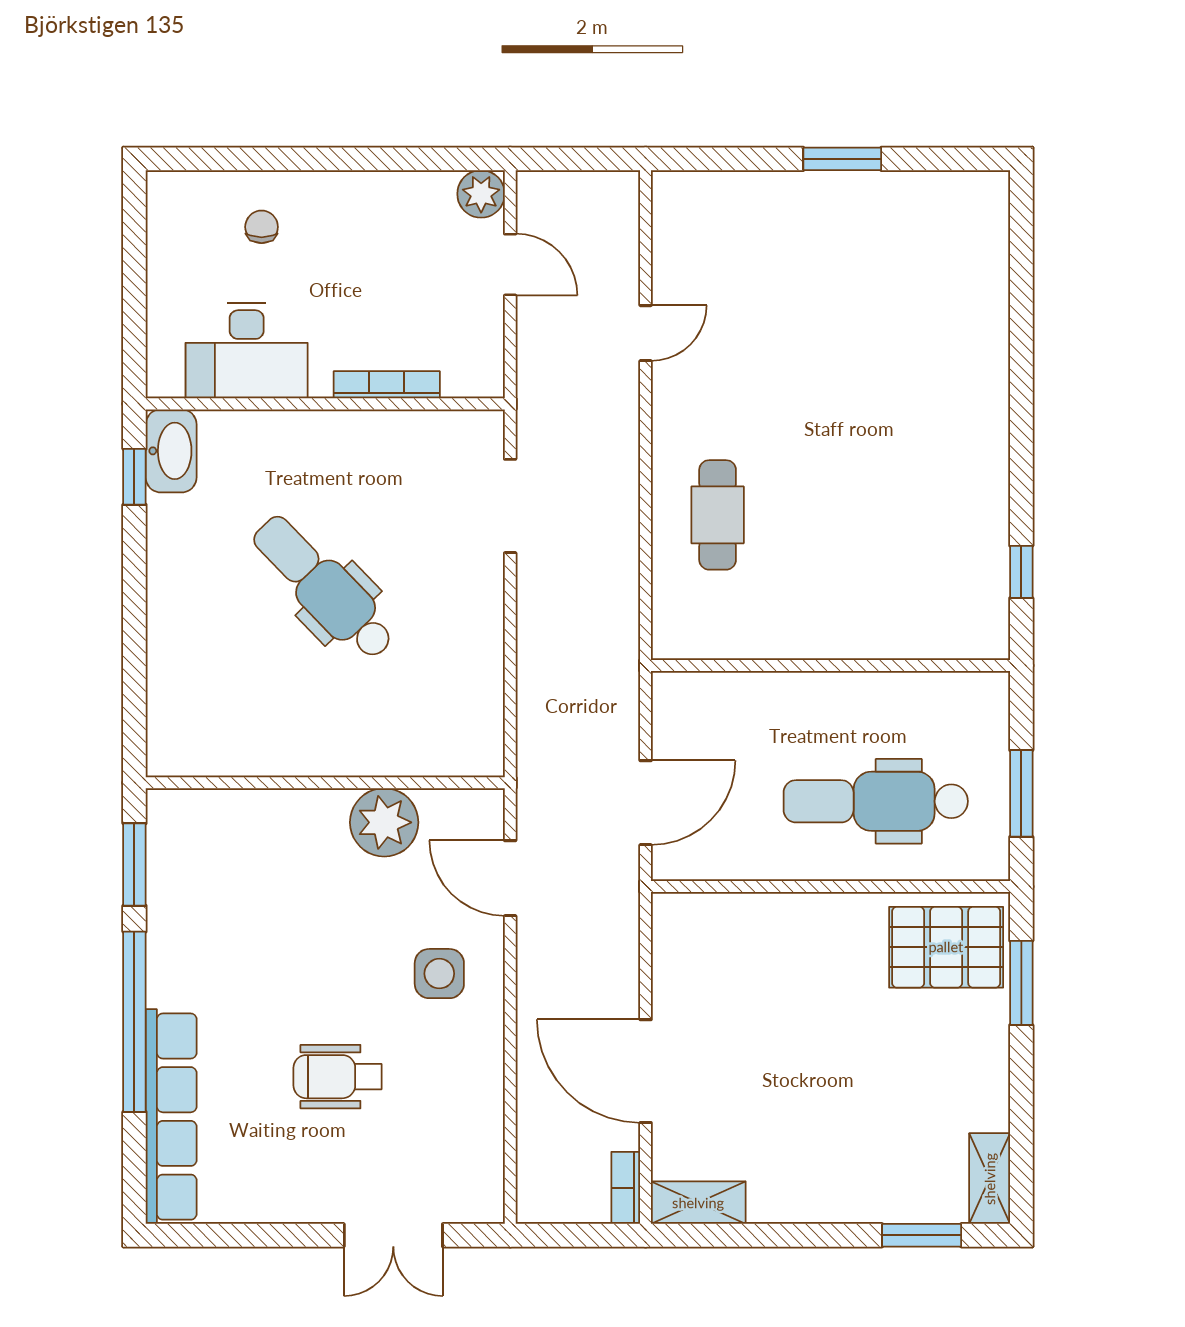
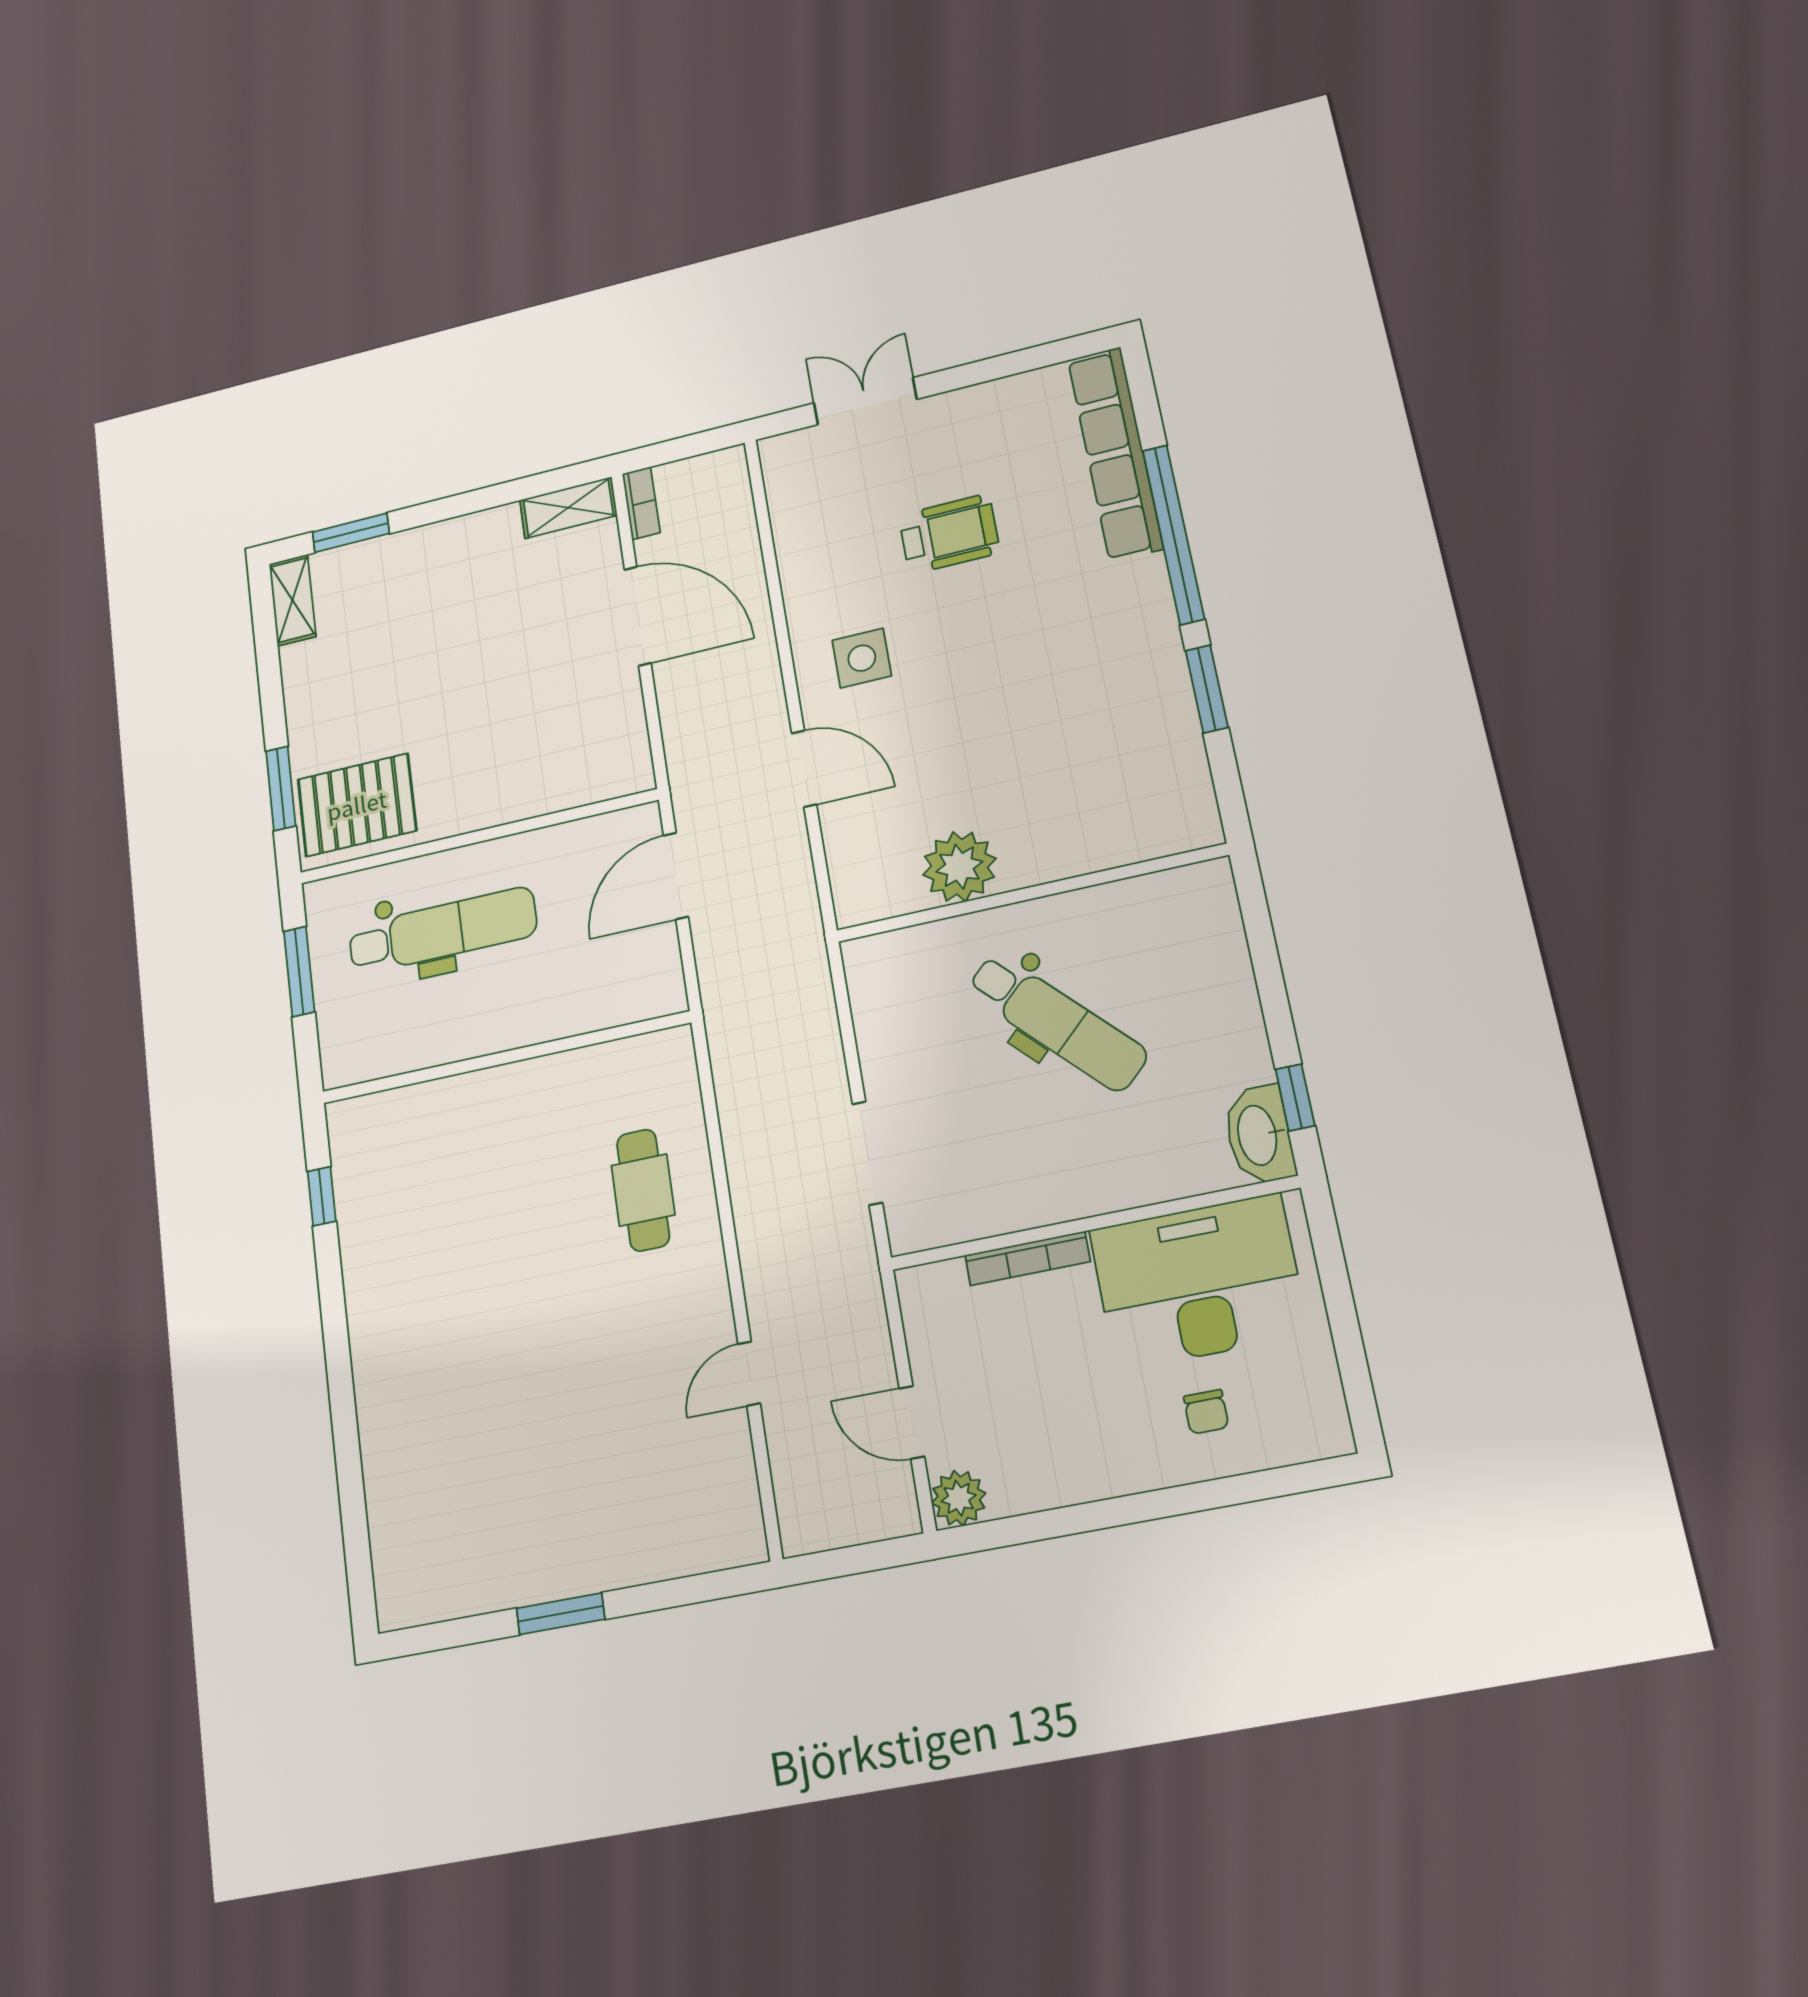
desk: (247, 350) -> (1198, 1282), width x1.36, depth x1.30
wall: (325, 783) -> (1031, 893), moved
plant: (384, 822) -> (959, 867), moved

